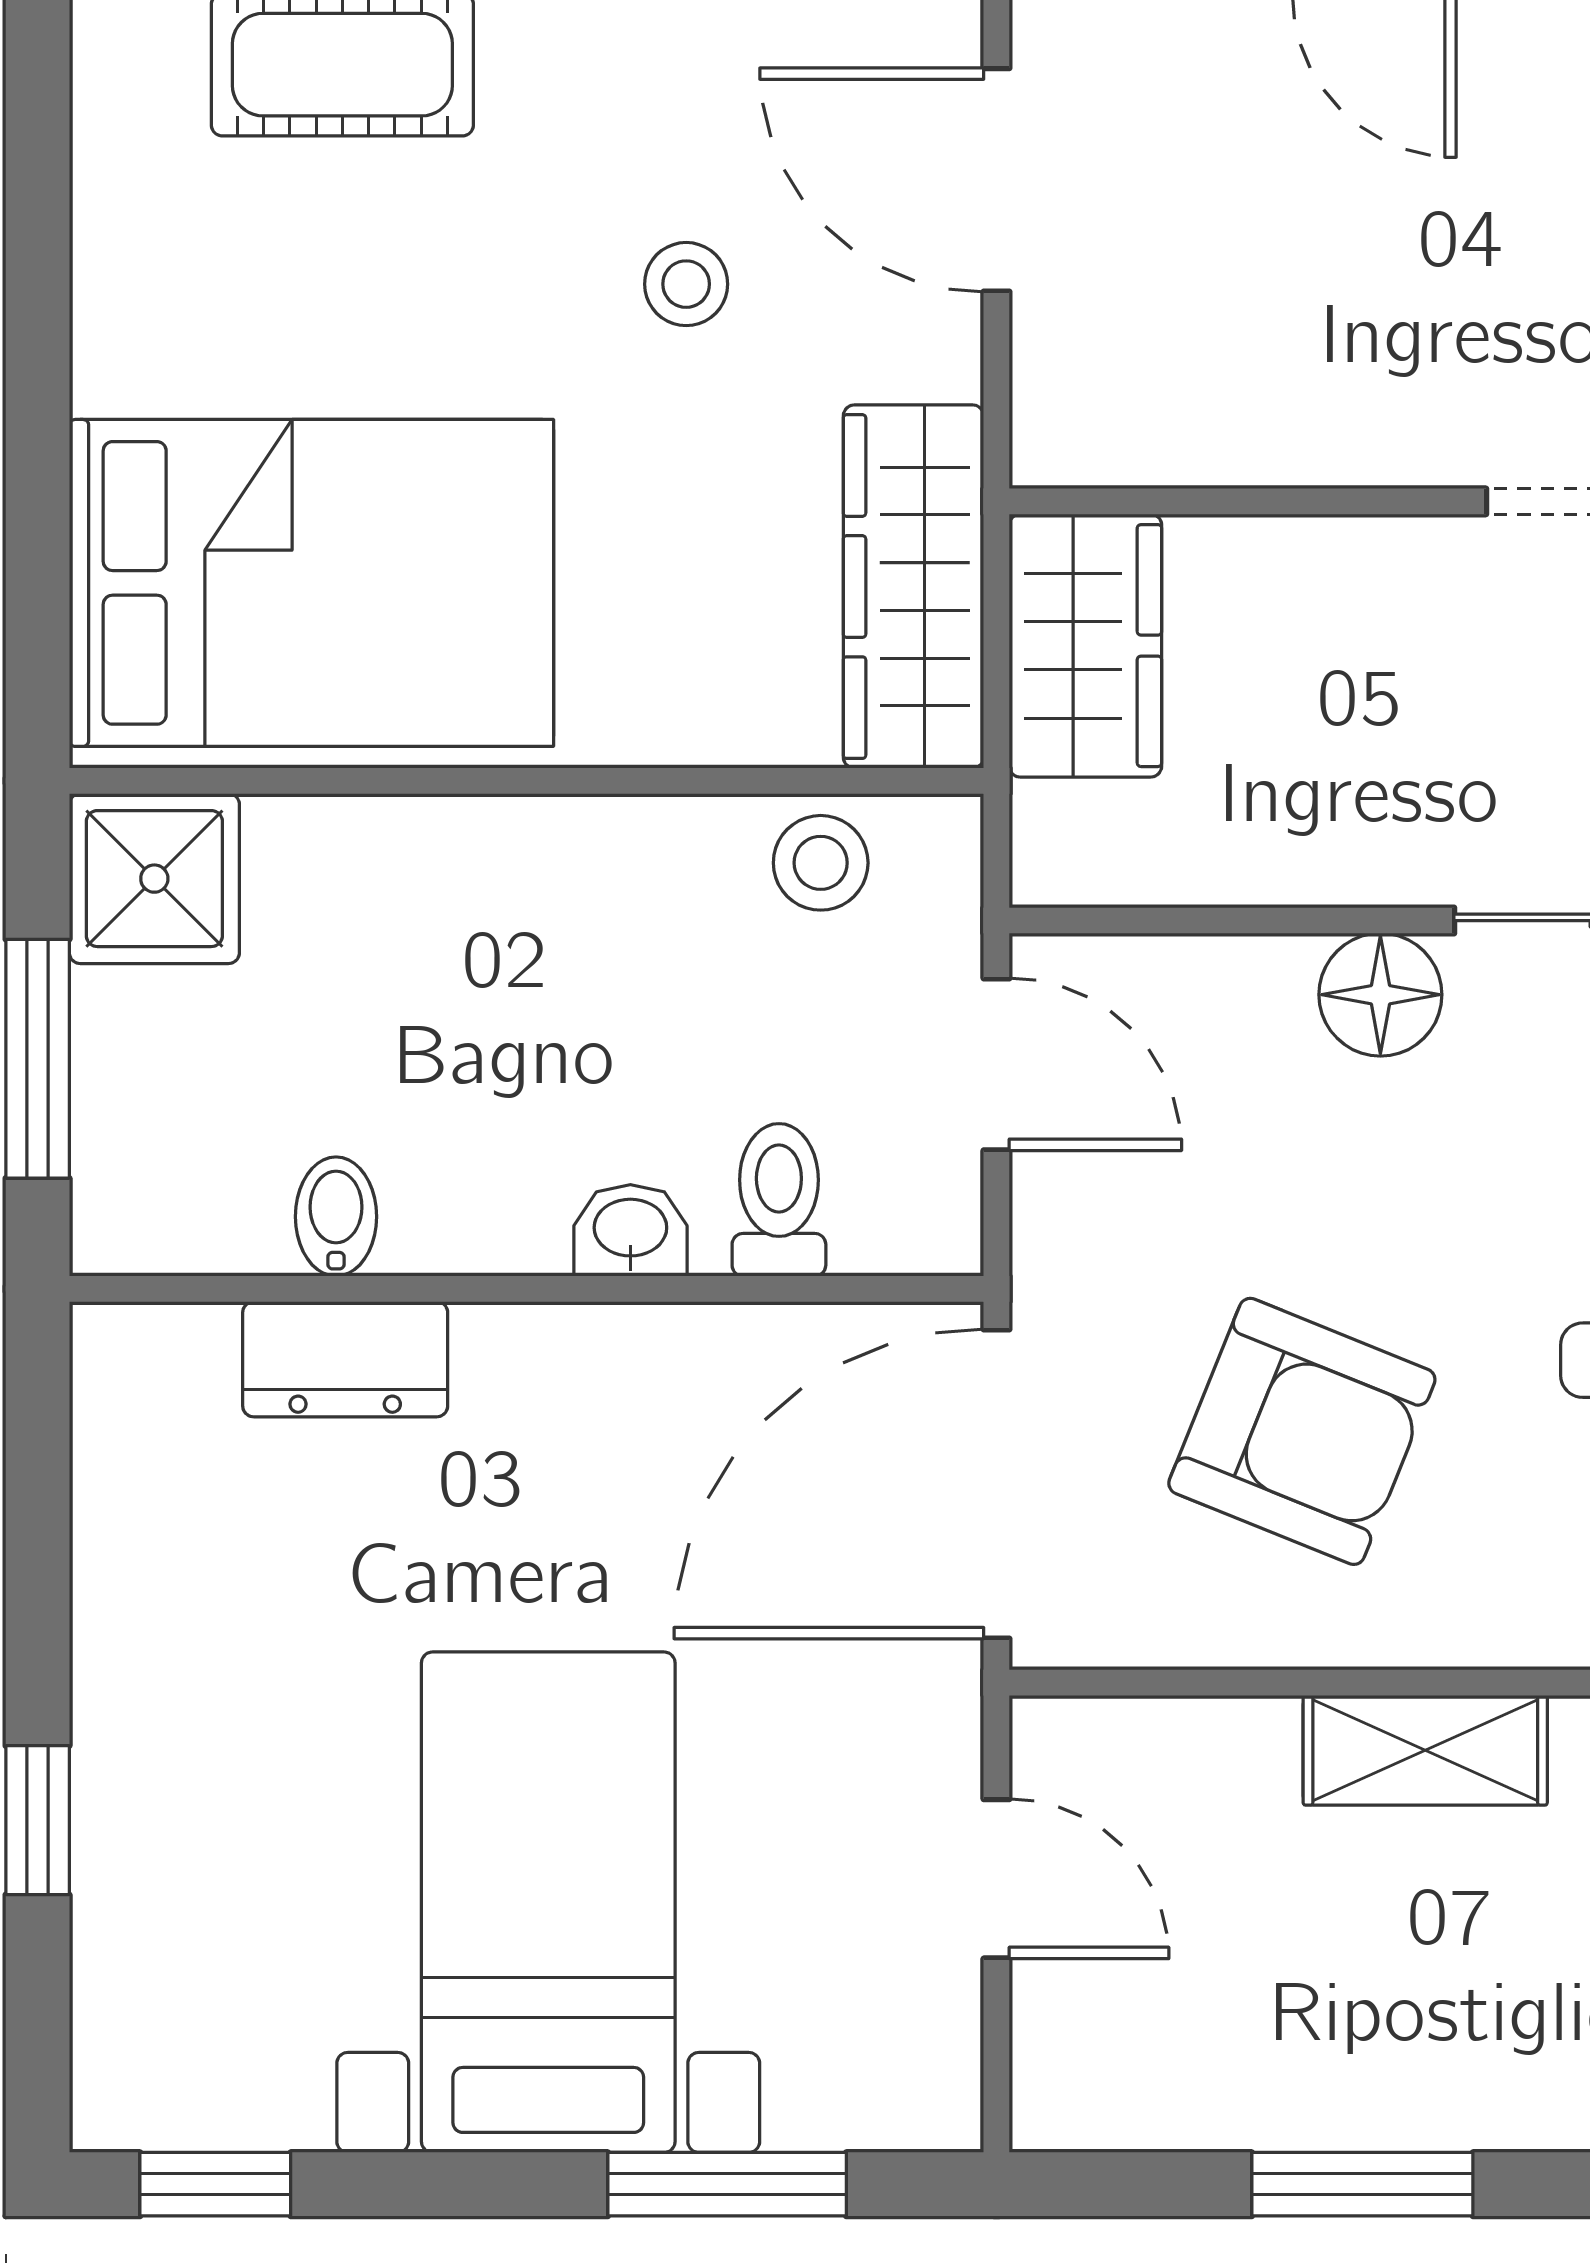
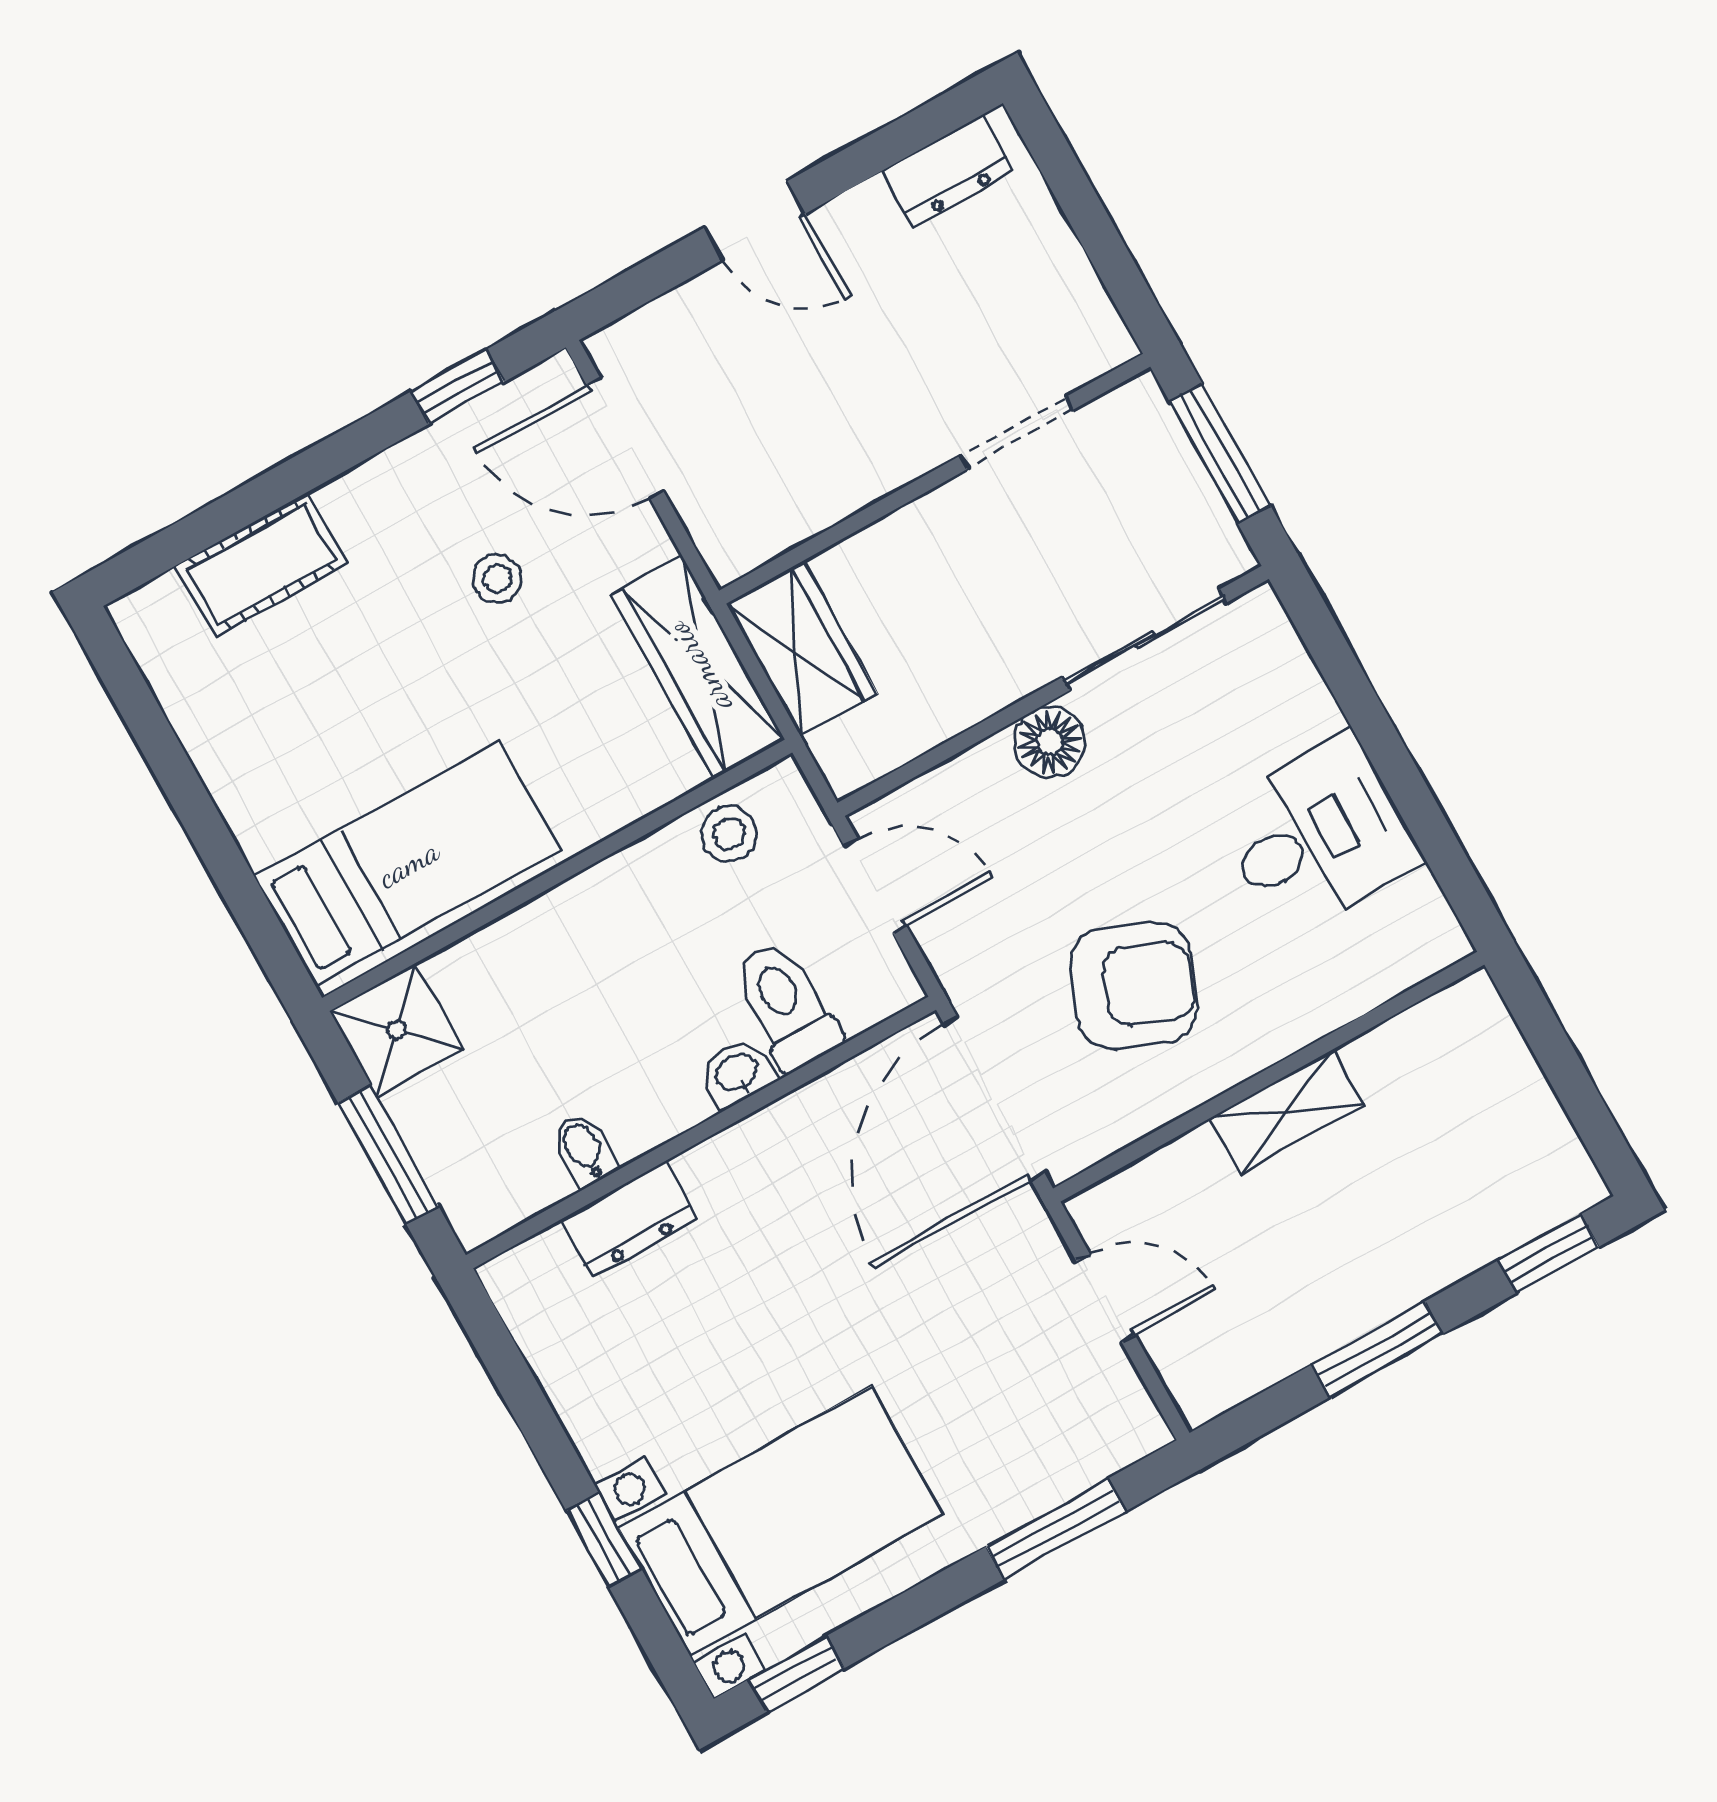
bed: (311, 583) -> (408, 863), width x0.67
toilet: (779, 1200) -> (786, 1006), width x1.37, depth x1.39
bed with nightstands: (548, 1902) -> (781, 1521), moved, turned 90

